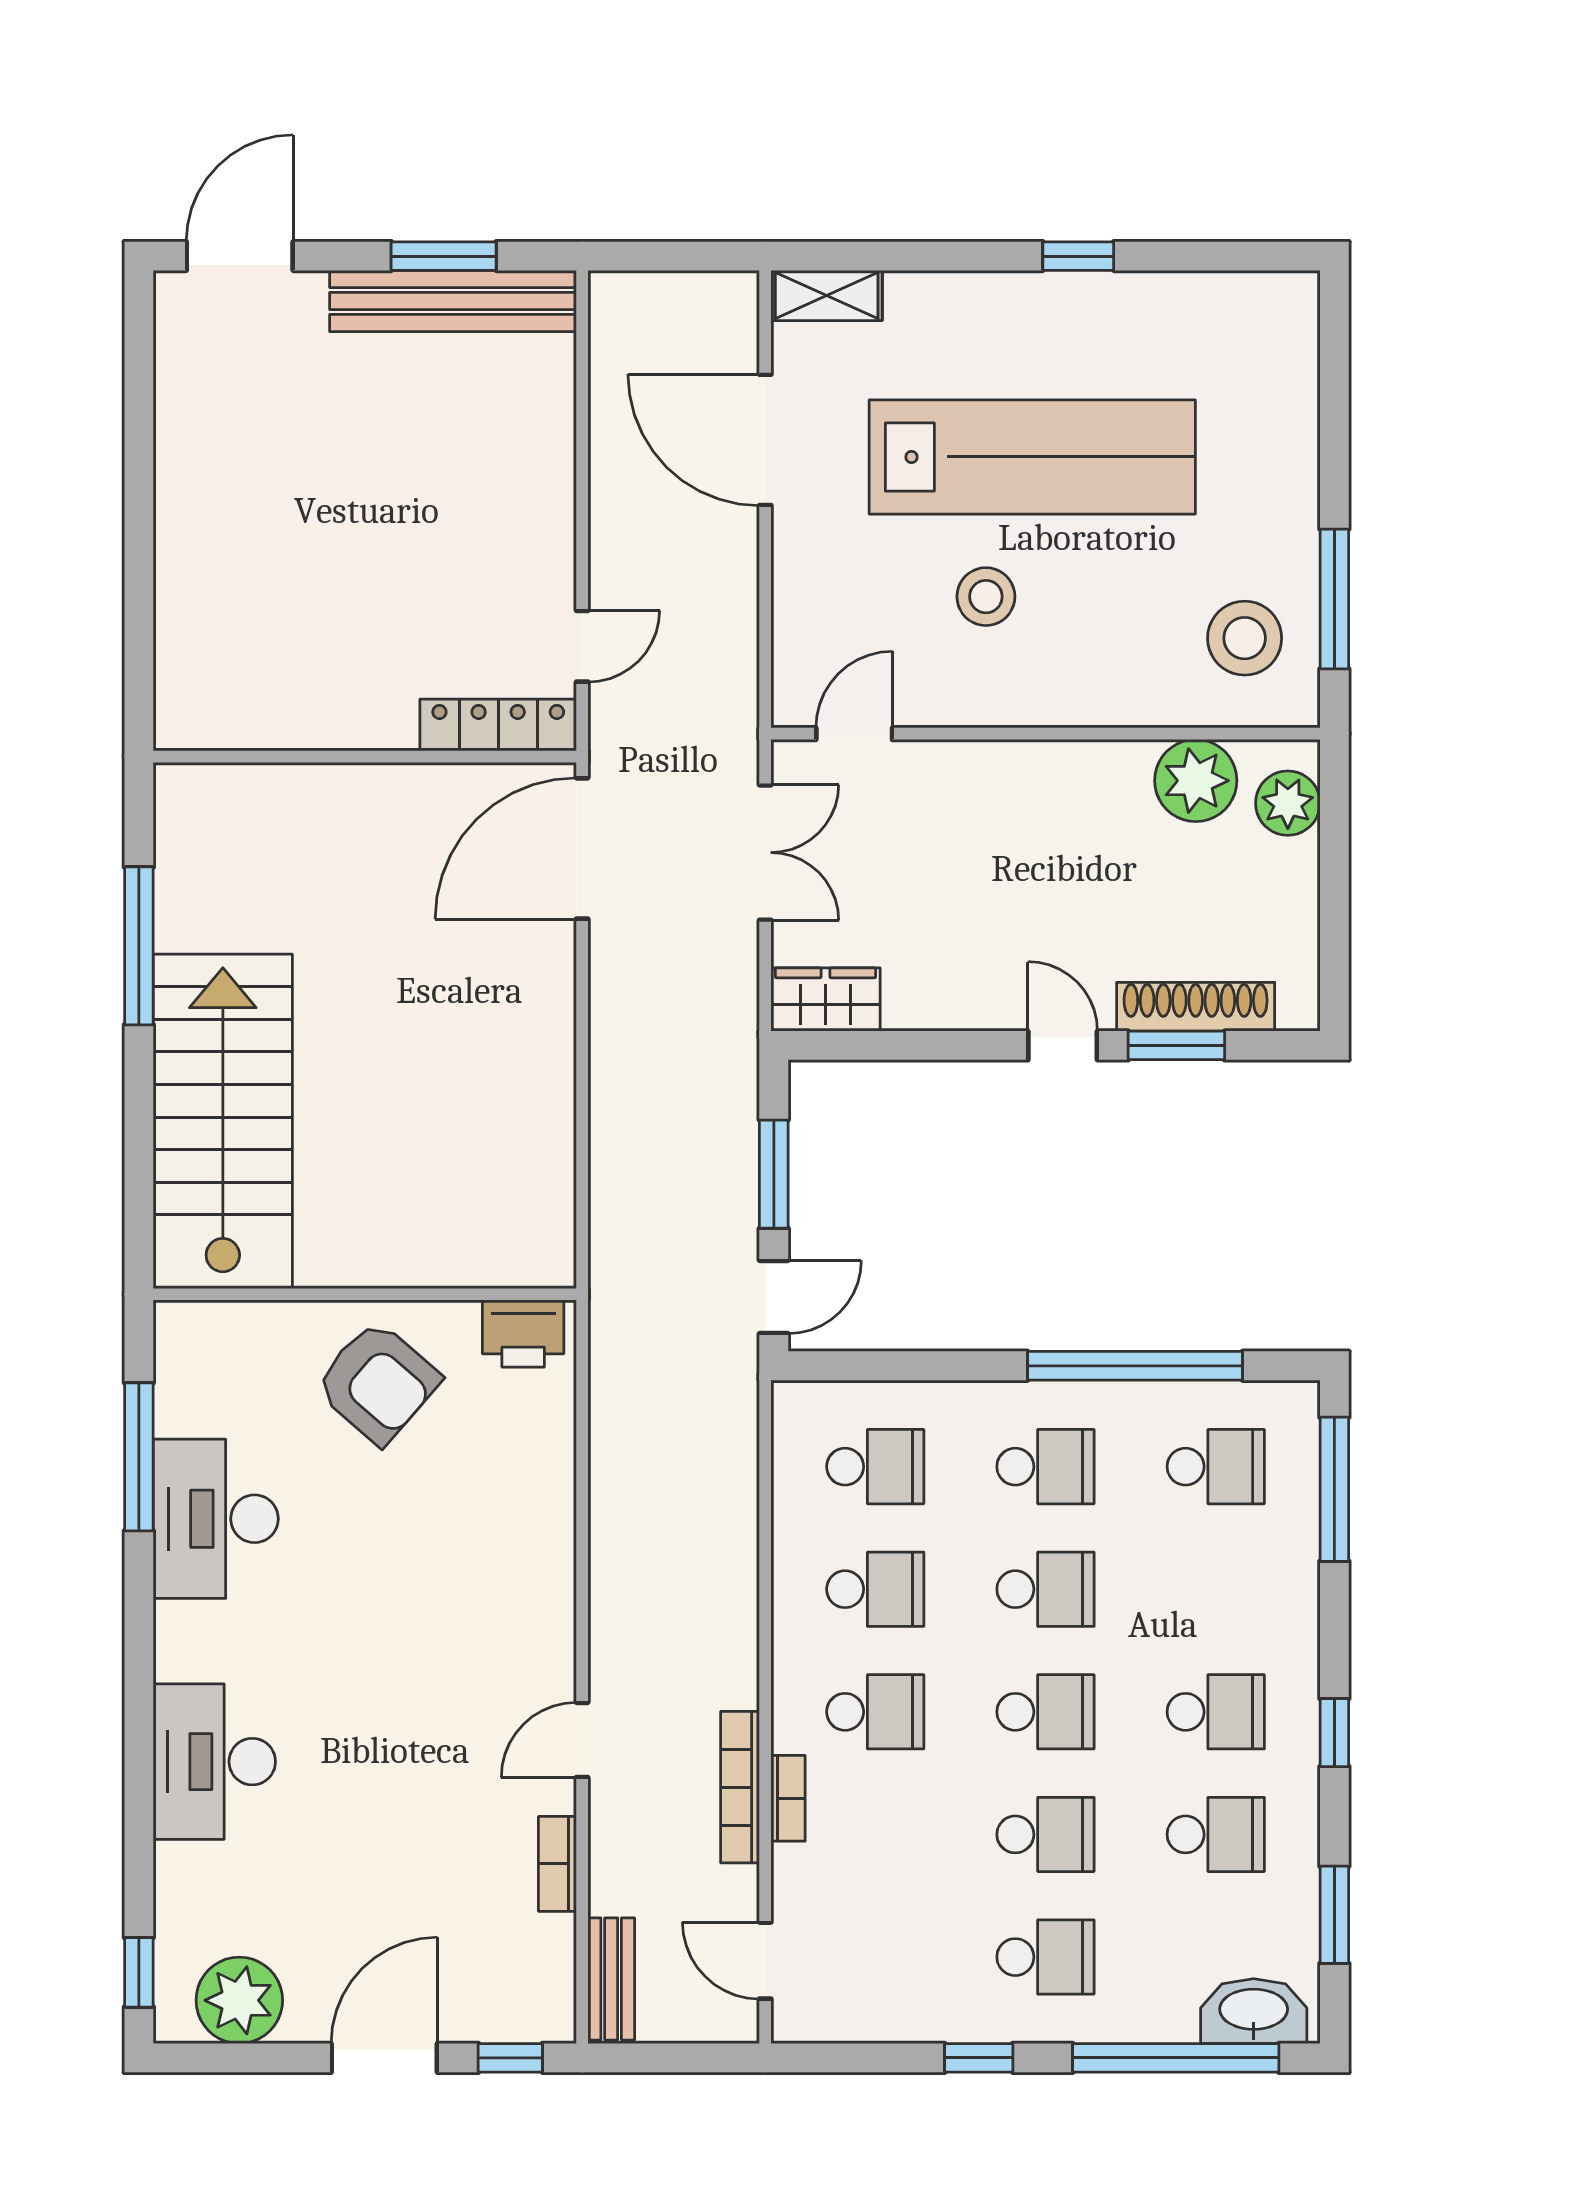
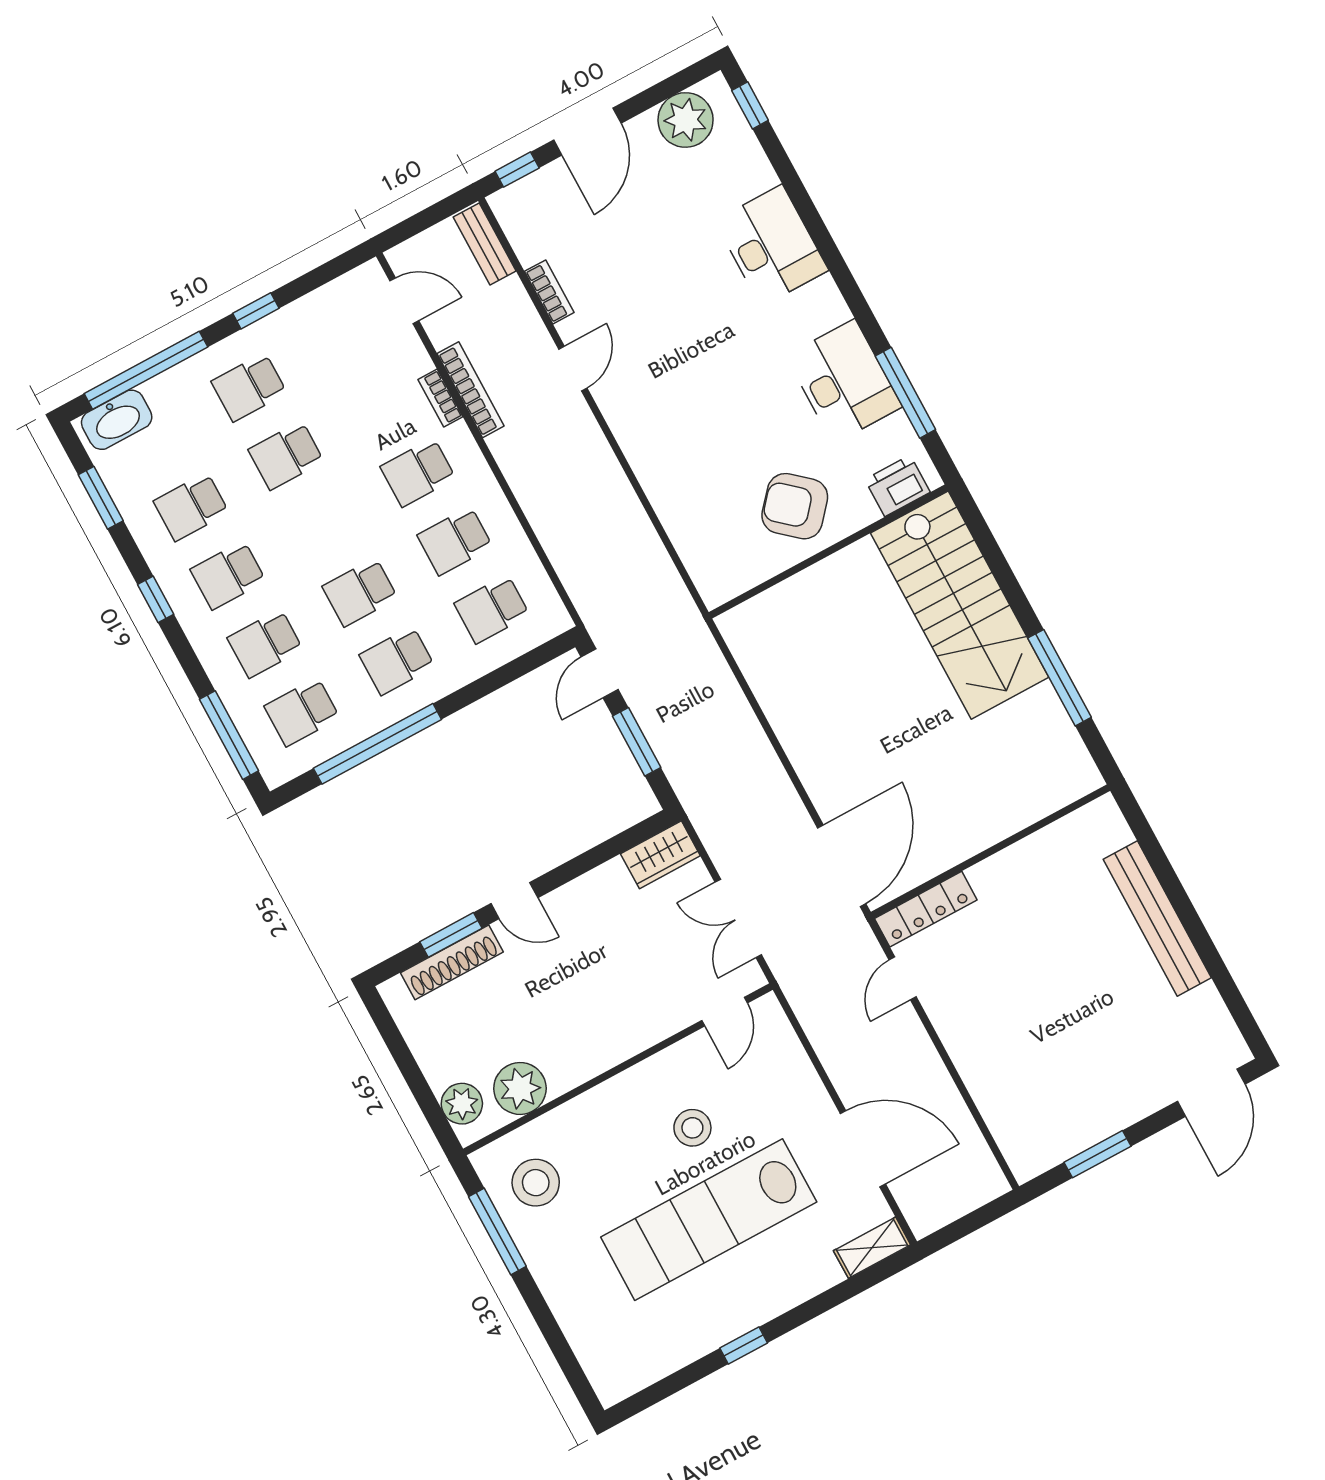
bench: (453, 301) -> (1157, 918), moved, turned 90
printer: (523, 1334) -> (897, 486), moved
school desk: (1045, 1712) -> (265, 644), moved

